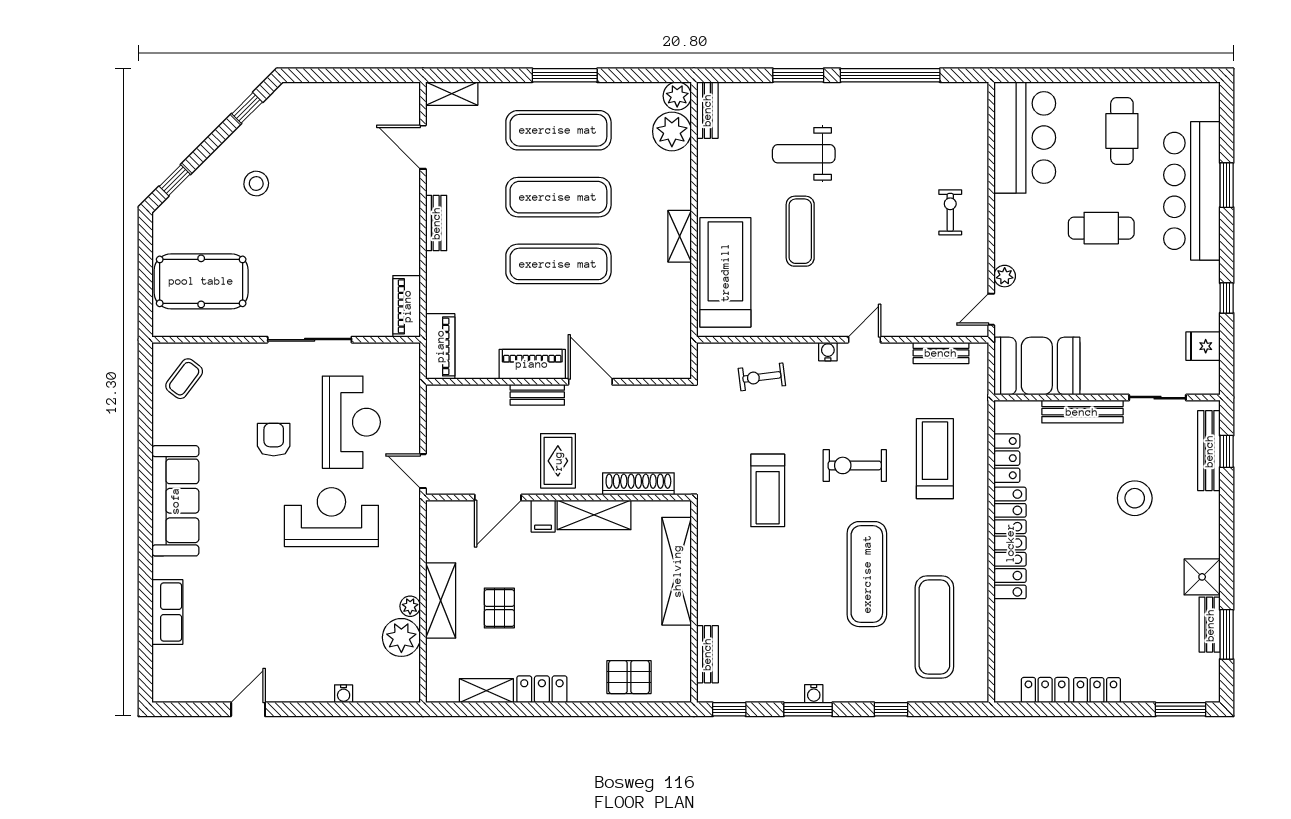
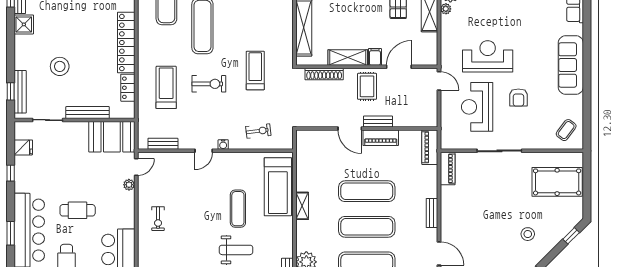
treadmill: (935, 459) -> (166, 87), turned 180
reception desk: (331, 517) -> (488, 56), turned 180

